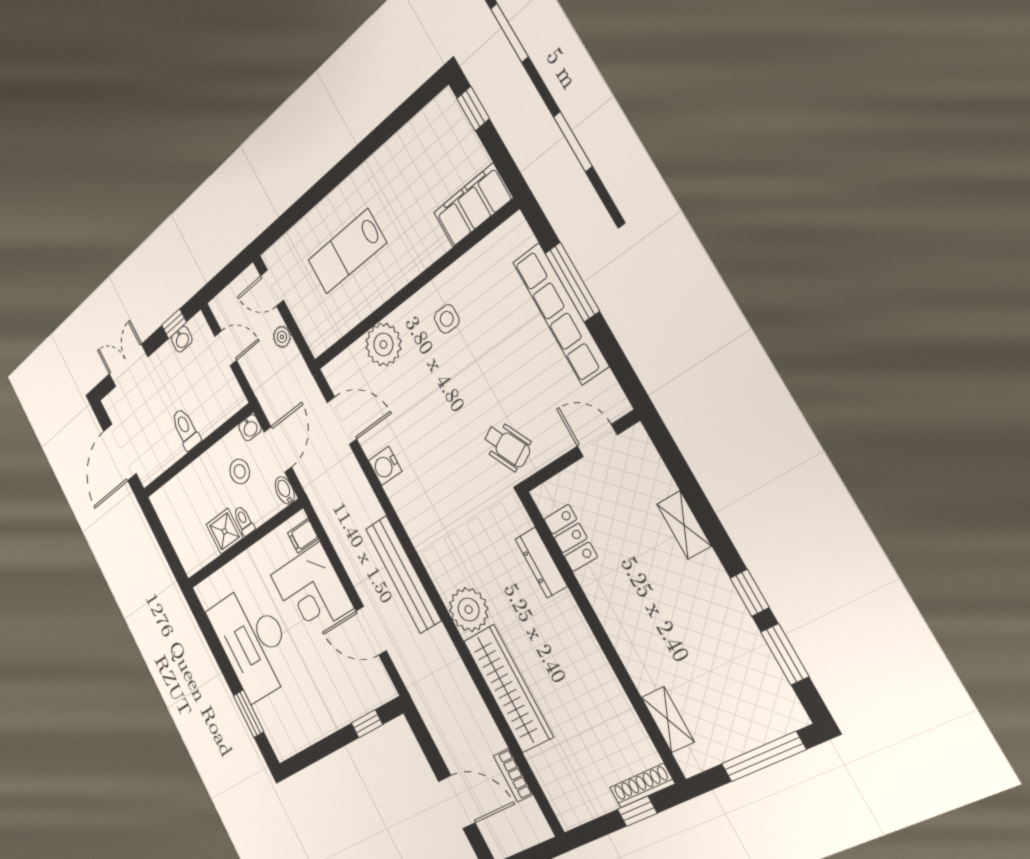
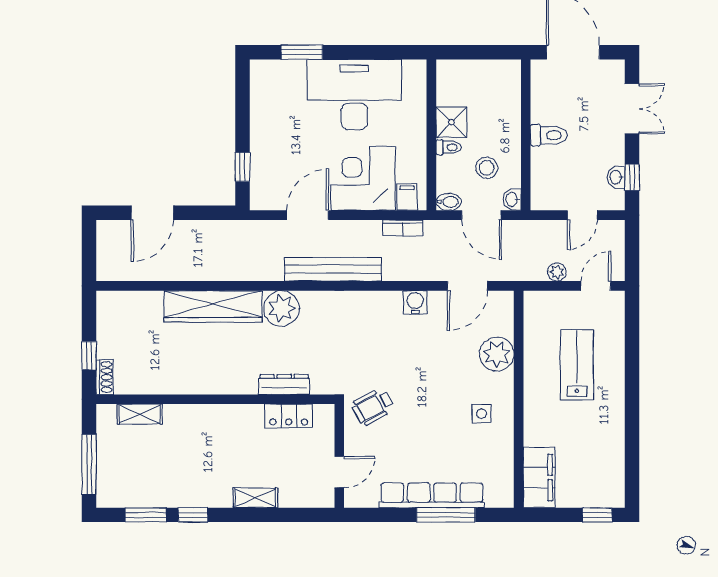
bookcase: (513, 775) -> (403, 228), moved, turned 180
shoe rack: (642, 786) -> (105, 377), width x0.70

